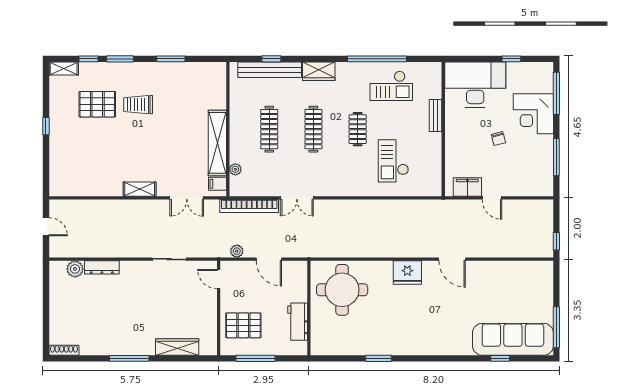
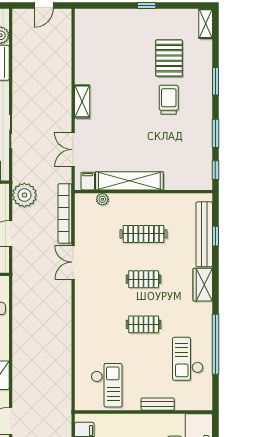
window: (89, 59) -> (215, 170), moved
clothes rail: (313, 129) -> (144, 279), width x0.73
checkout: (393, 161) -> (107, 385), moved, turned 90
plant: (237, 251) -> (24, 195), width x1.87, depth x1.87

